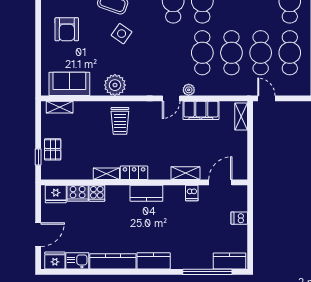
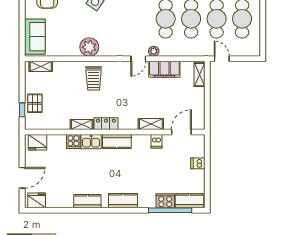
sofa: (69, 84) -> (35, 37), moved, turned 90
cooker: (78, 193) -> (165, 201), moved, turned 180
kitchen sink: (77, 261) -> (91, 142), moved, turned 180
kitchen counter: (113, 261) -> (87, 201), width x0.67

